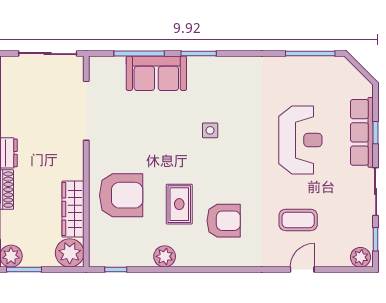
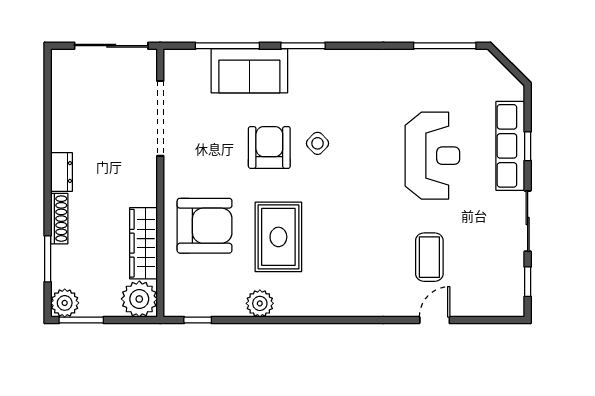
side table: (210, 130) -> (318, 143), turned 45
rug: (179, 204) -> (278, 237), width x1.36, depth x1.43
coffee table: (298, 220) -> (429, 257), turned 90
armchair: (224, 221) -> (269, 147), moved, turned -90
plant: (360, 257) -> (509, 304), removed

